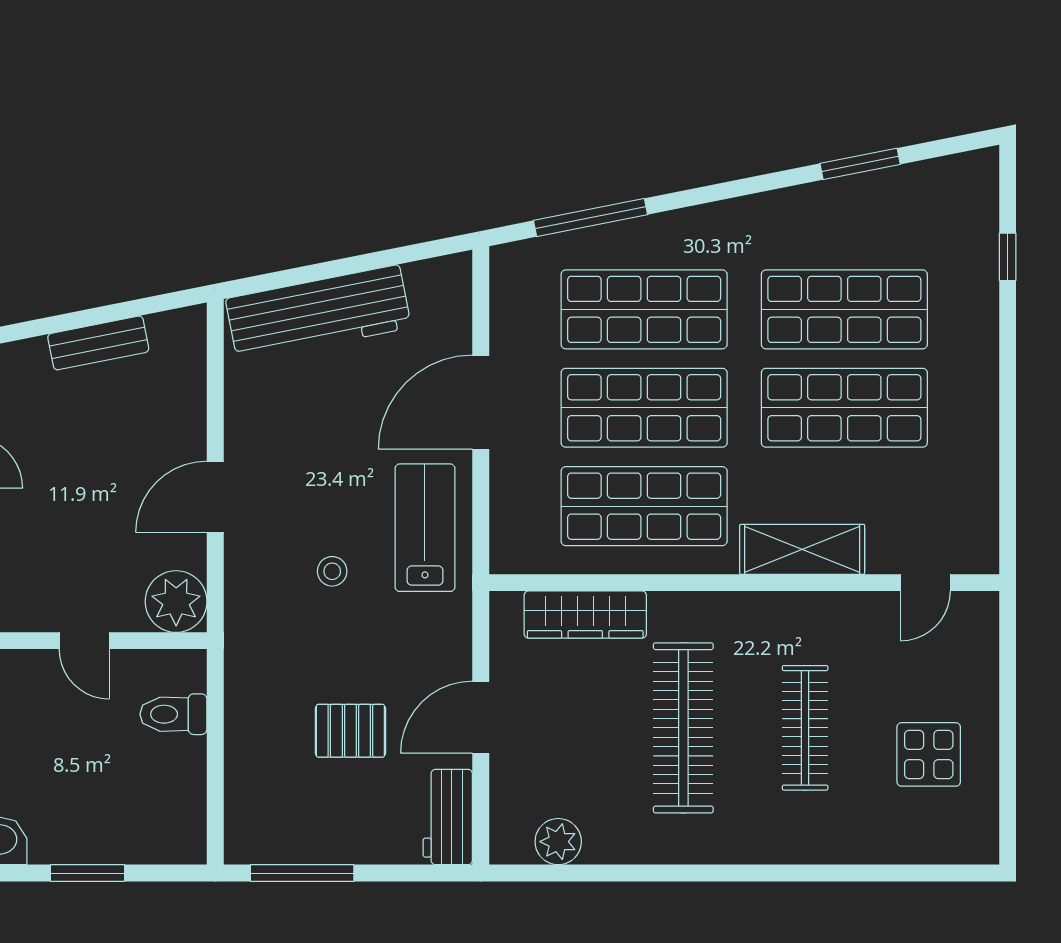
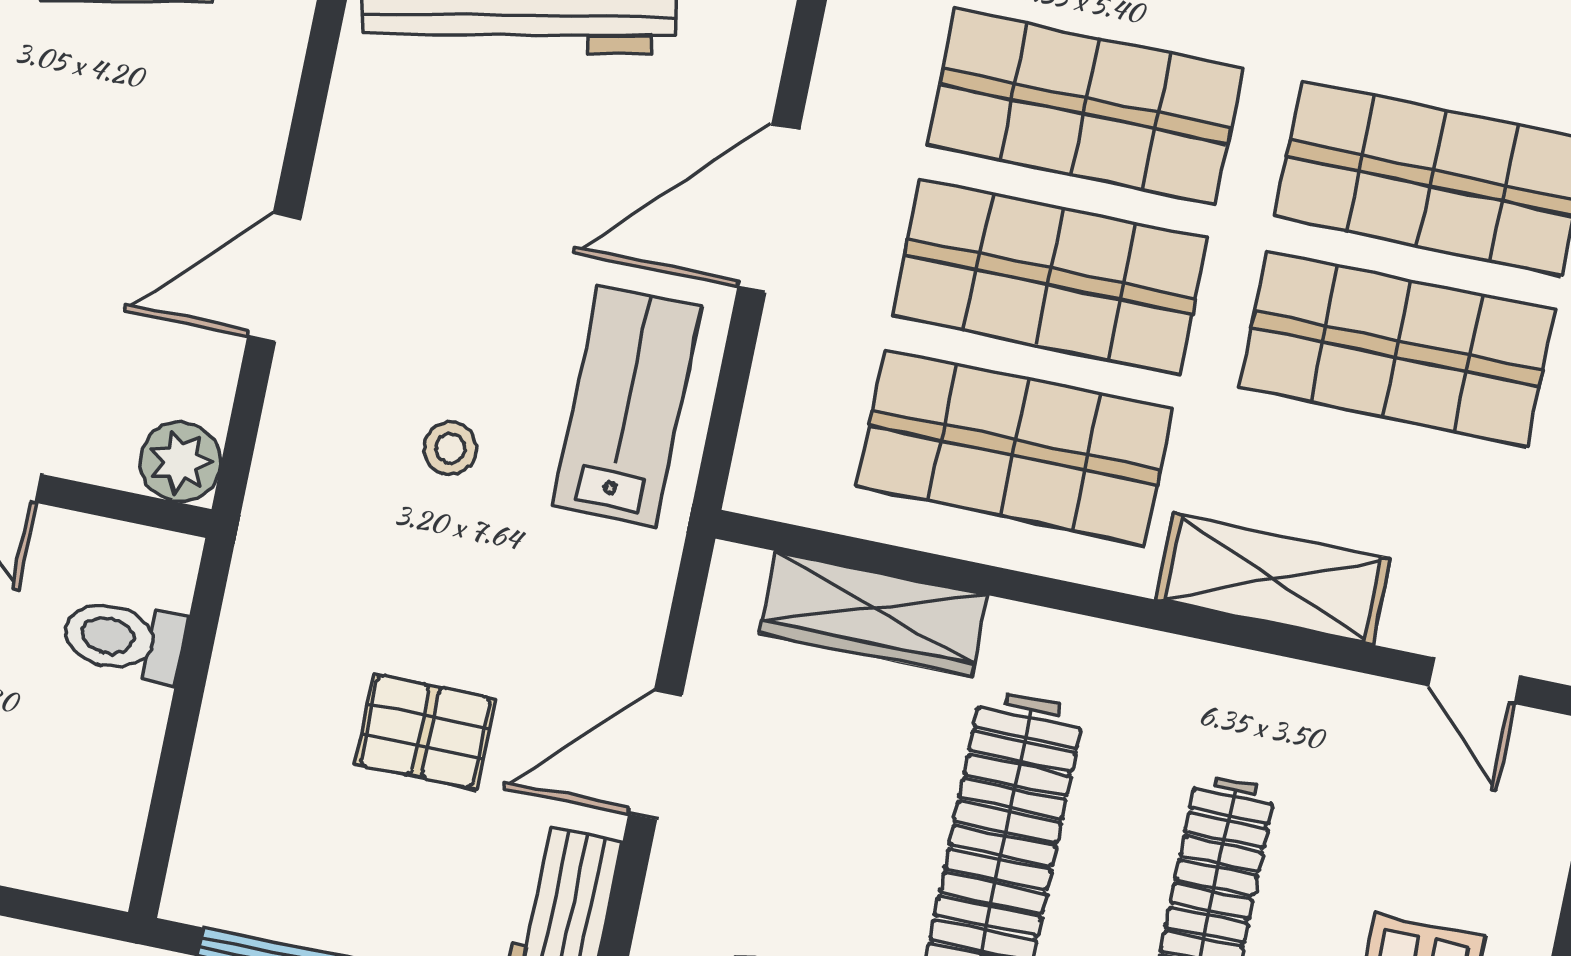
door: (925, 583) -> (1475, 681), hinge flipped
plant: (176, 602) -> (180, 462), width x0.73, depth x0.73

